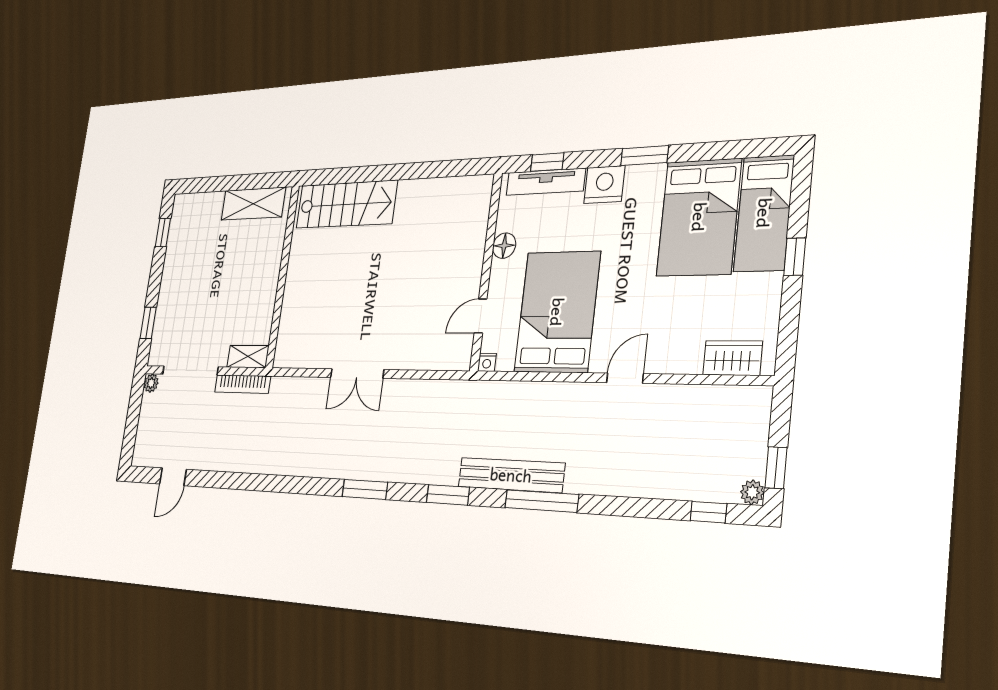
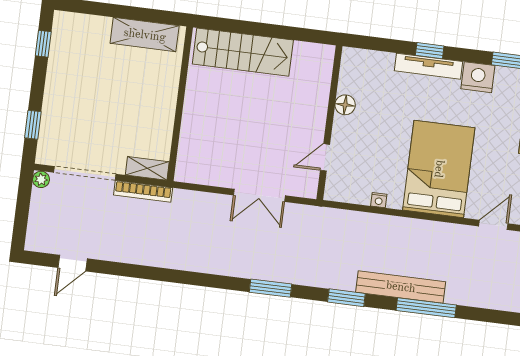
floor lamp: (504, 246) -> (345, 105), moved
wall: (486, 271) -> (329, 123), moved
door: (481, 316) -> (325, 157), moved

